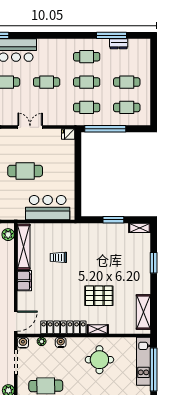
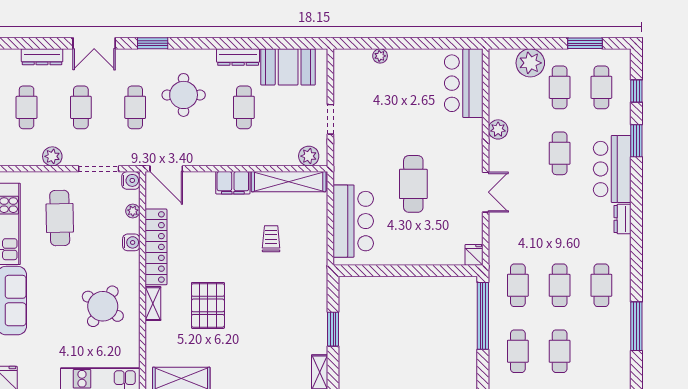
dresser: (119, 44) -> (623, 219), moved
cafe table: (47, 82) -> (560, 219), removed
round table: (99, 360) -> (103, 306), turned 33

